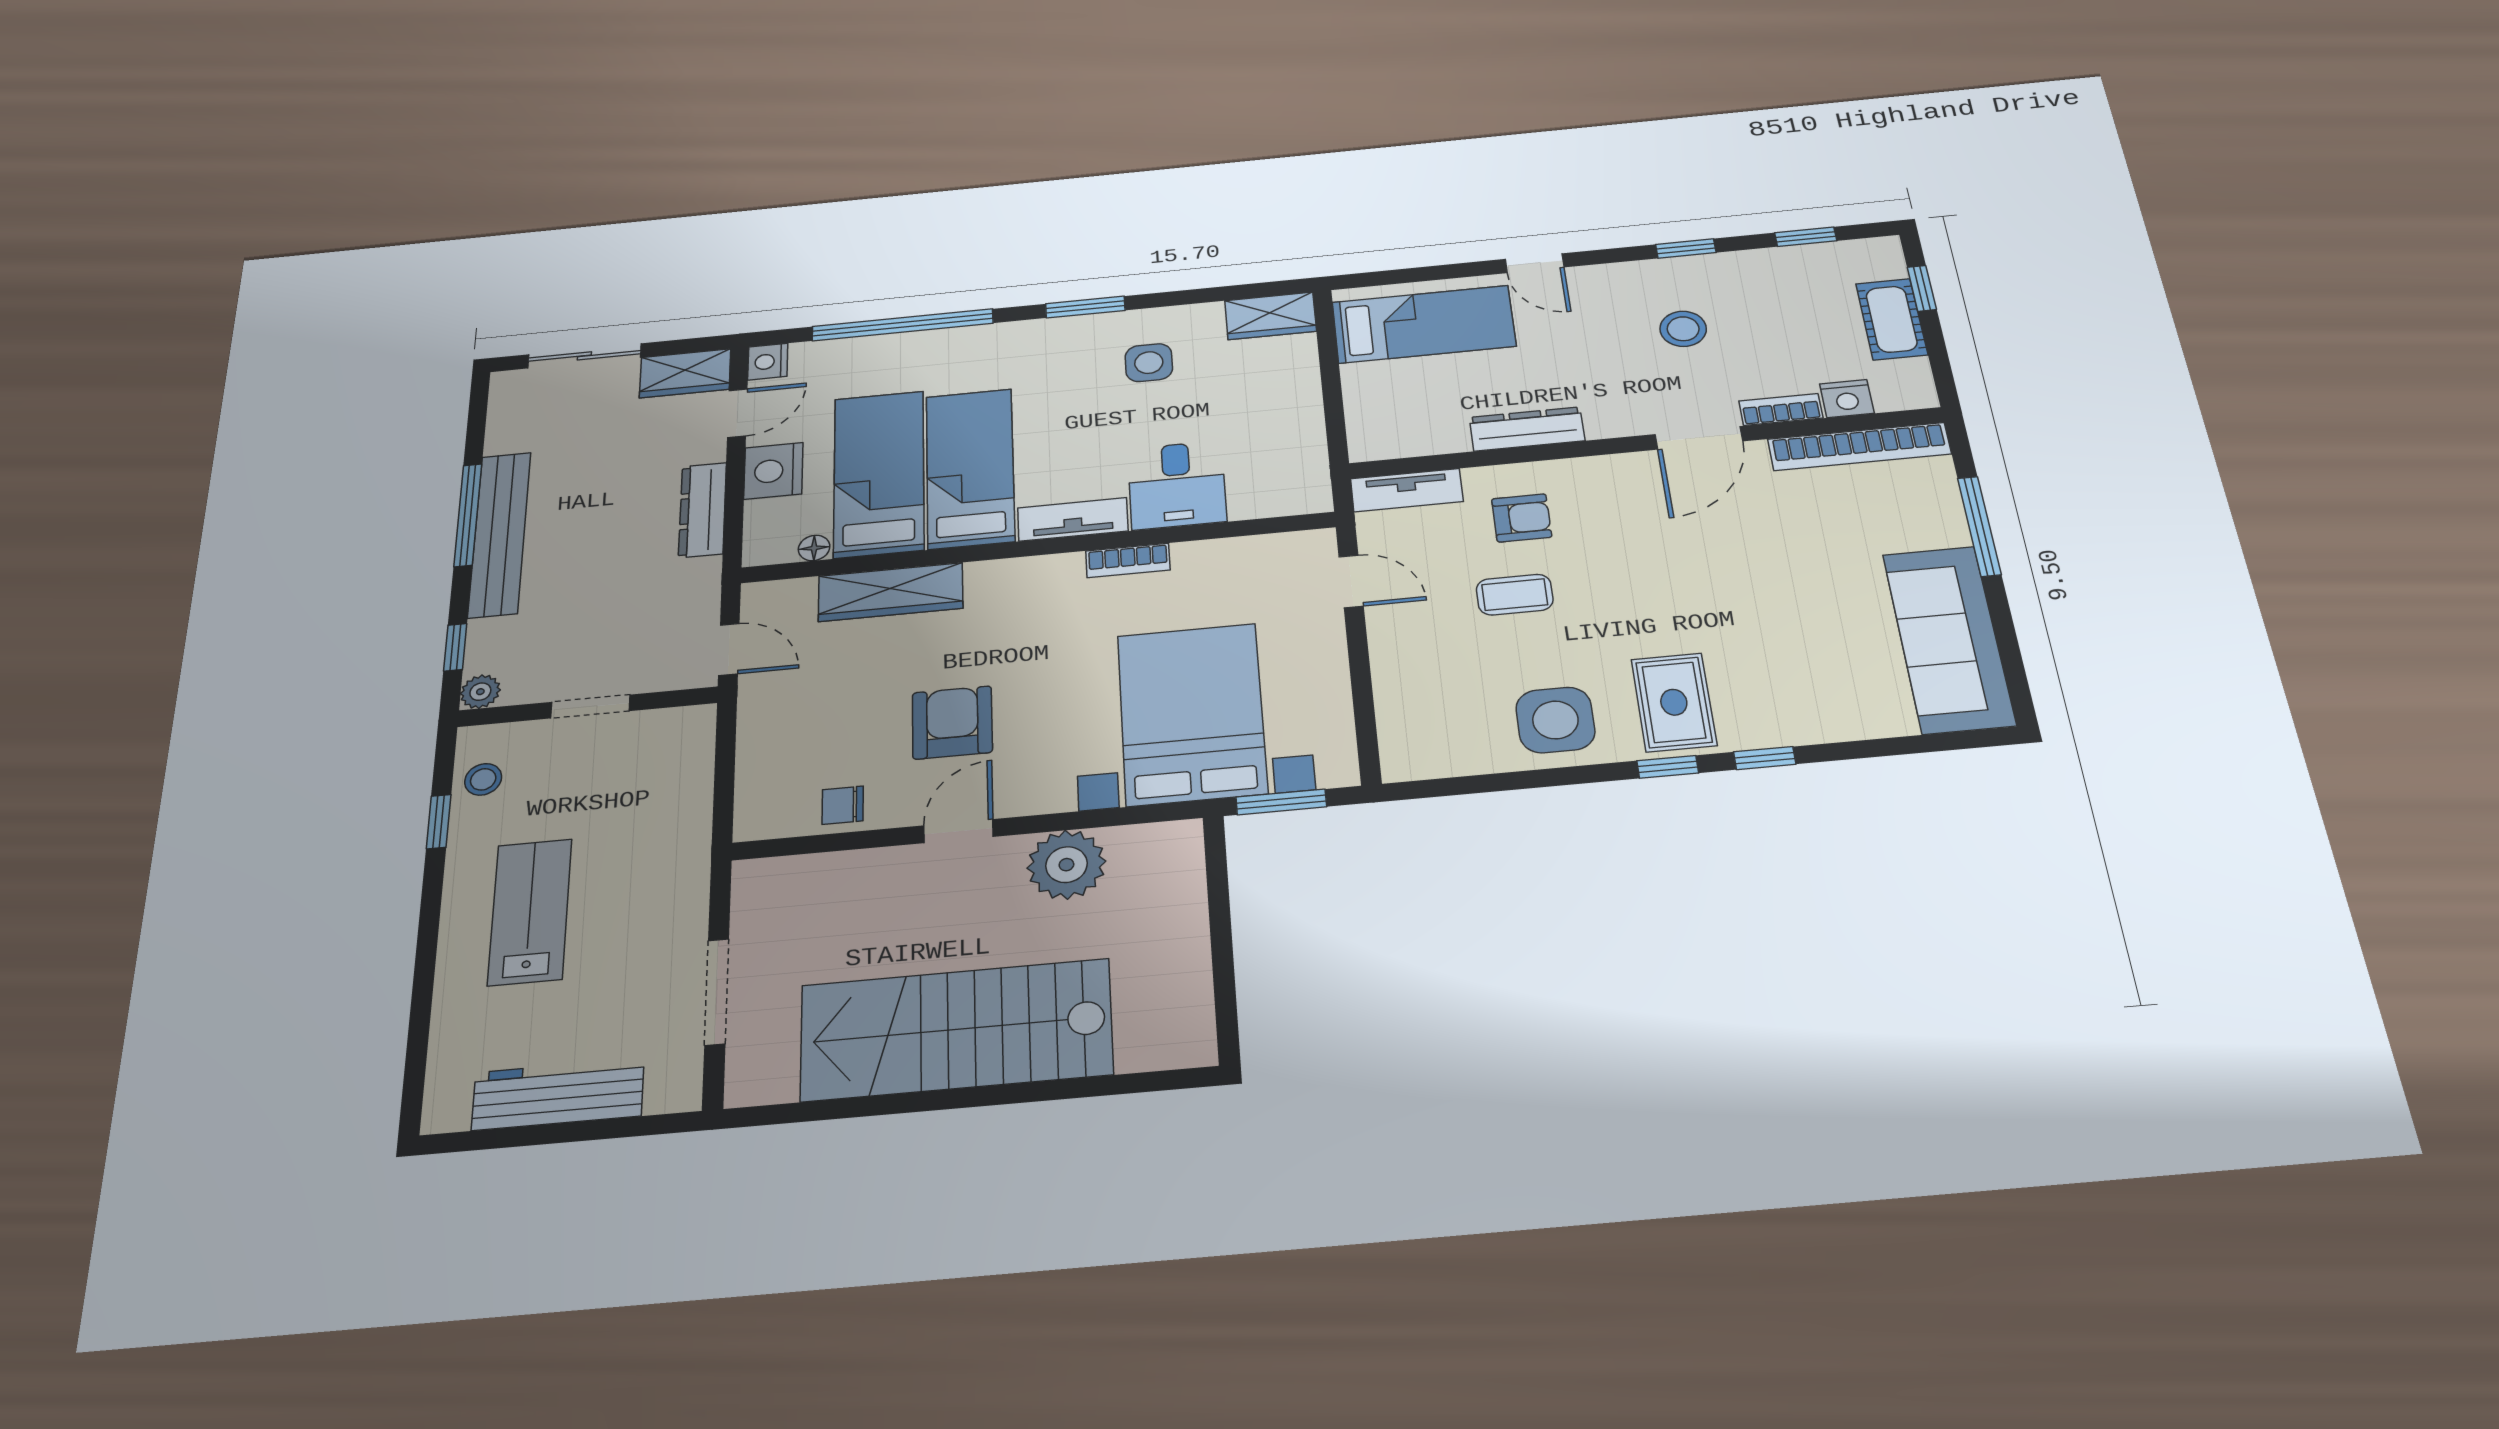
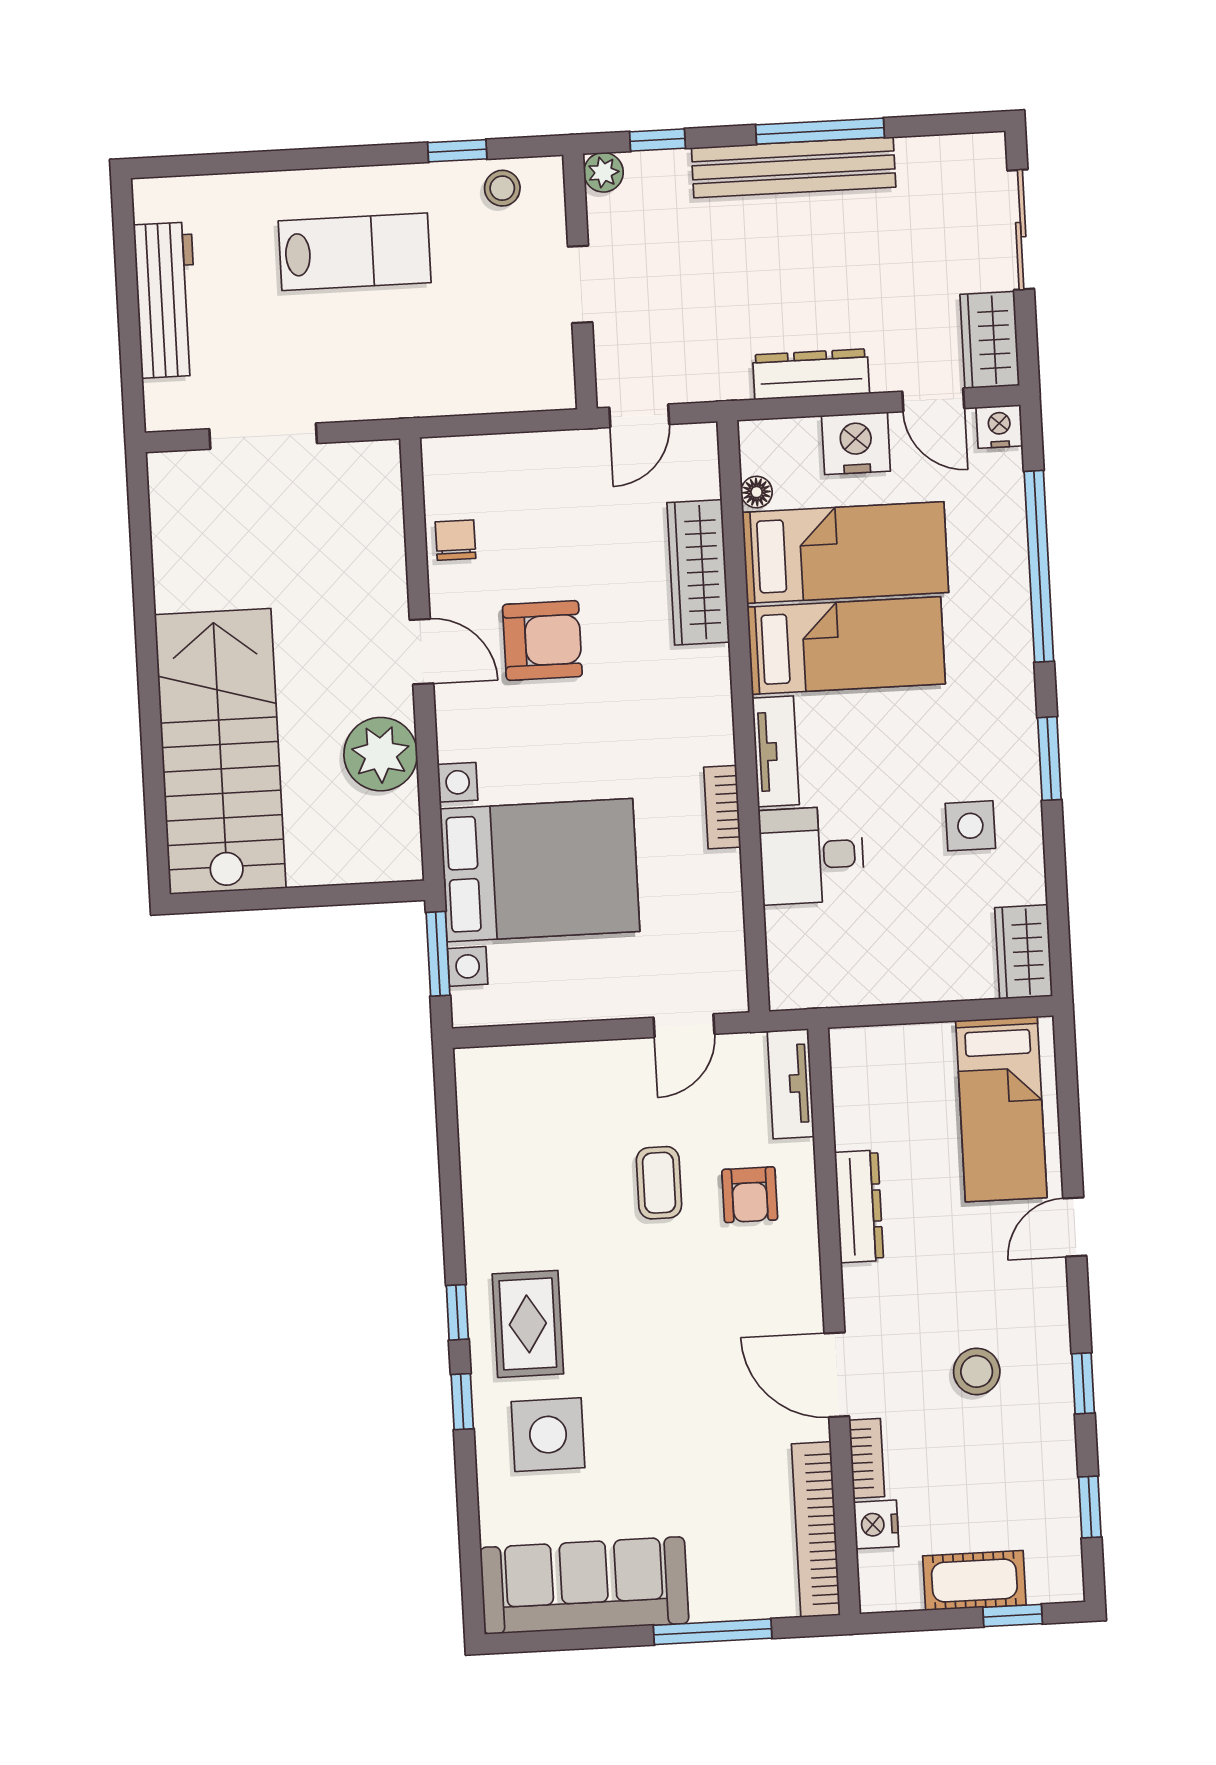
rug: (1674, 702) -> (528, 1324), turned 90
side table: (1555, 720) -> (548, 1435), moved
stairs: (956, 1030) -> (220, 751), moved

